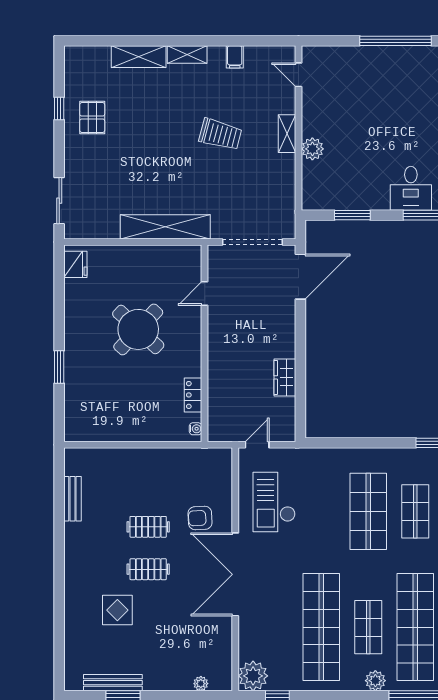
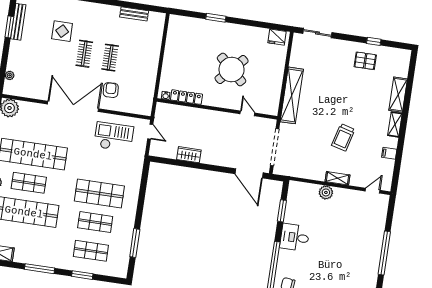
desk: (411, 188) -> (295, 237), moved
locker: (193, 395) -> (187, 97), width x1.53

